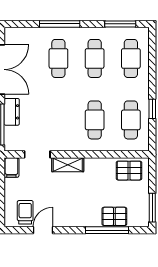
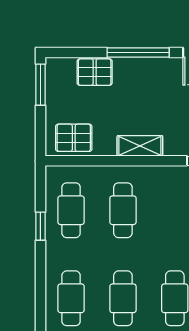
shelving: (68, 165) -> (140, 146), moved
window: (107, 230) -> (138, 52), moved

